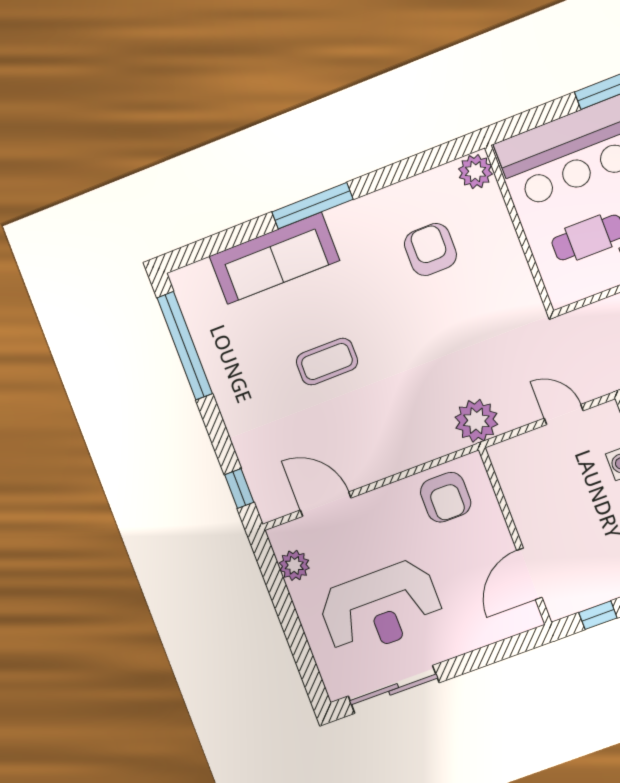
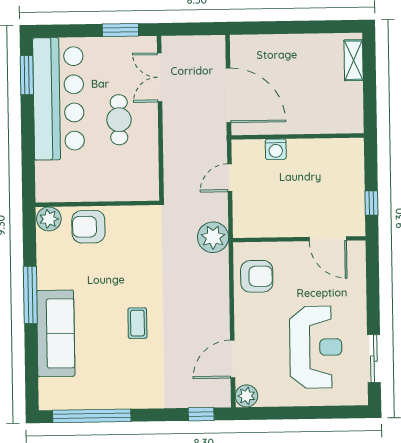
plant: (475, 172) -> (49, 219), moved
wall: (519, 229) -> (97, 204), moved
coffee table: (327, 362) -> (137, 323), width x0.73, depth x0.77
plant: (294, 565) -> (246, 396), moved
sliding door: (394, 689) -> (374, 359), width x0.73

